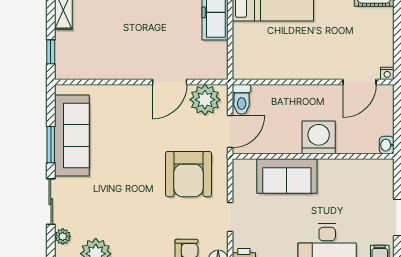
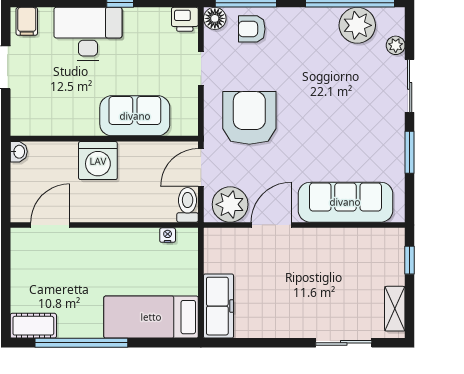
nightstand: (387, 73) -> (168, 235), moved
sofa: (72, 135) -> (345, 202), moved, turned 90

